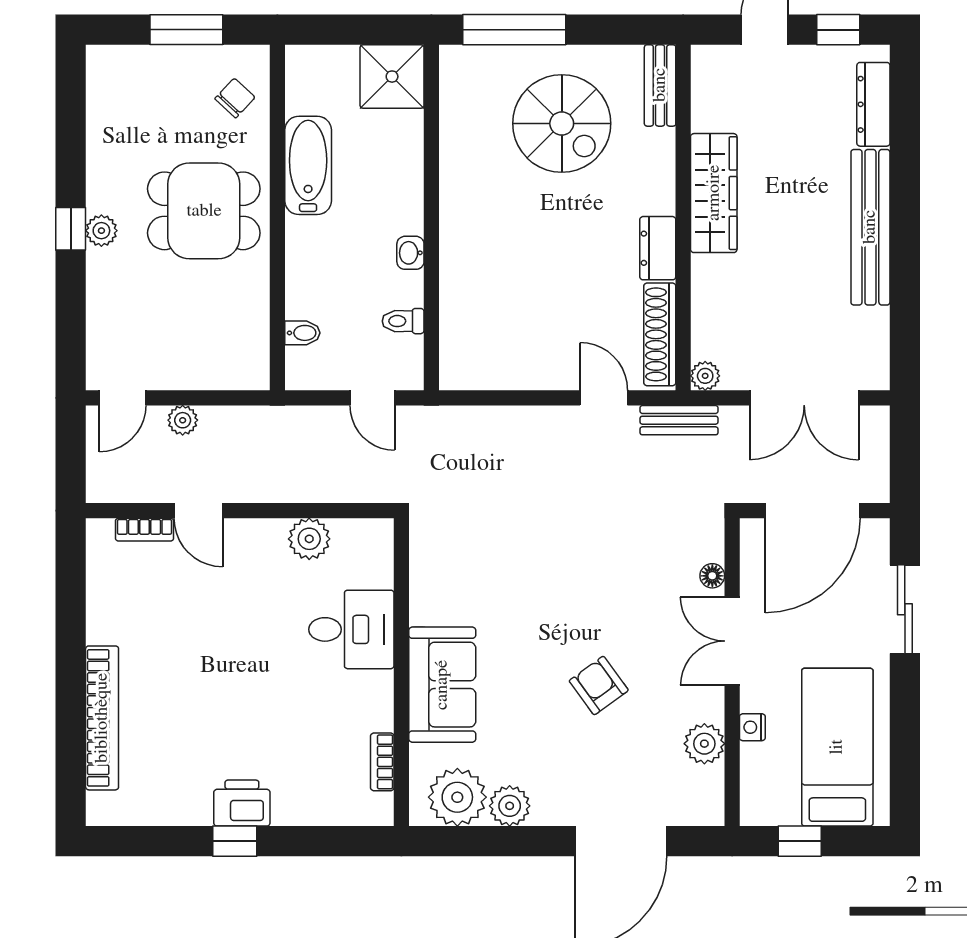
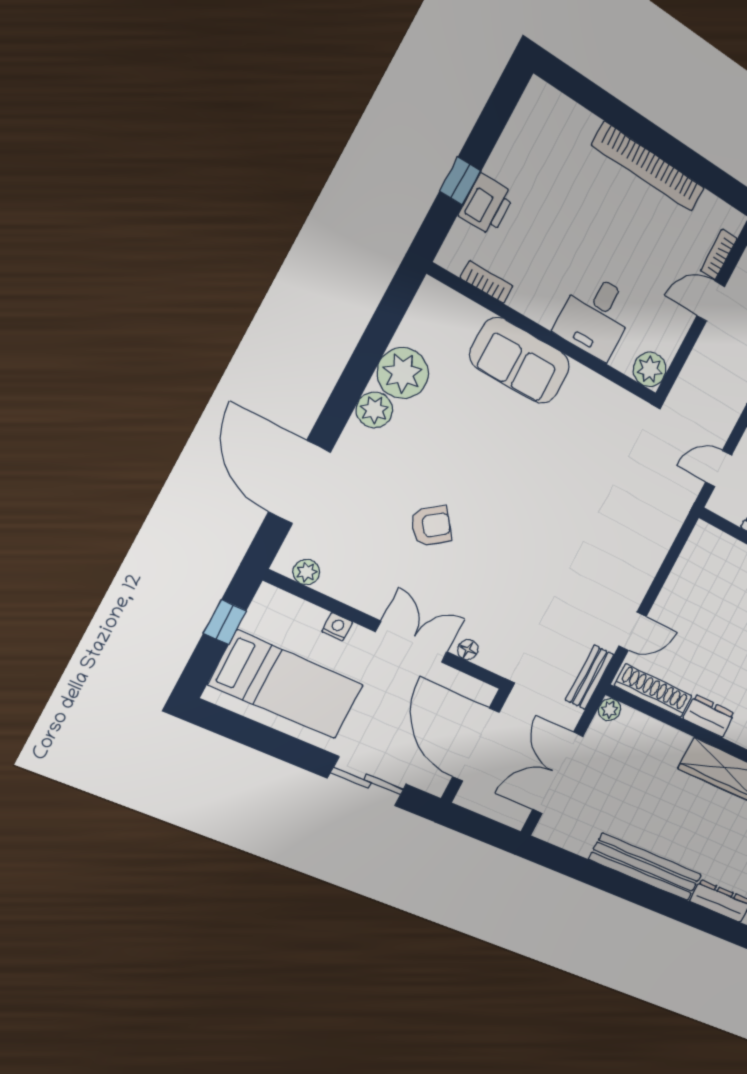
desk: (351, 629) -> (595, 316), moved
wall: (401, 672) -> (545, 335), moved
sofa: (442, 685) -> (520, 361), moved
bookcase: (102, 718) -> (648, 167), moved
plant: (704, 744) -> (306, 572), moved, width x0.73, depth x0.73
bookcase: (382, 762) -> (487, 282), moved

